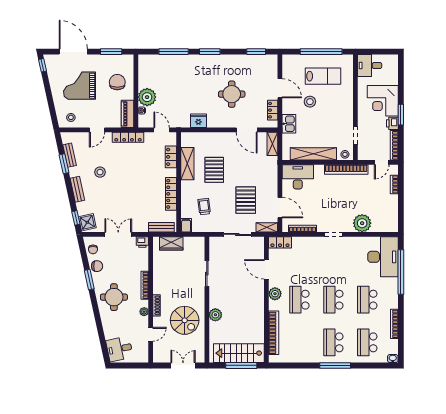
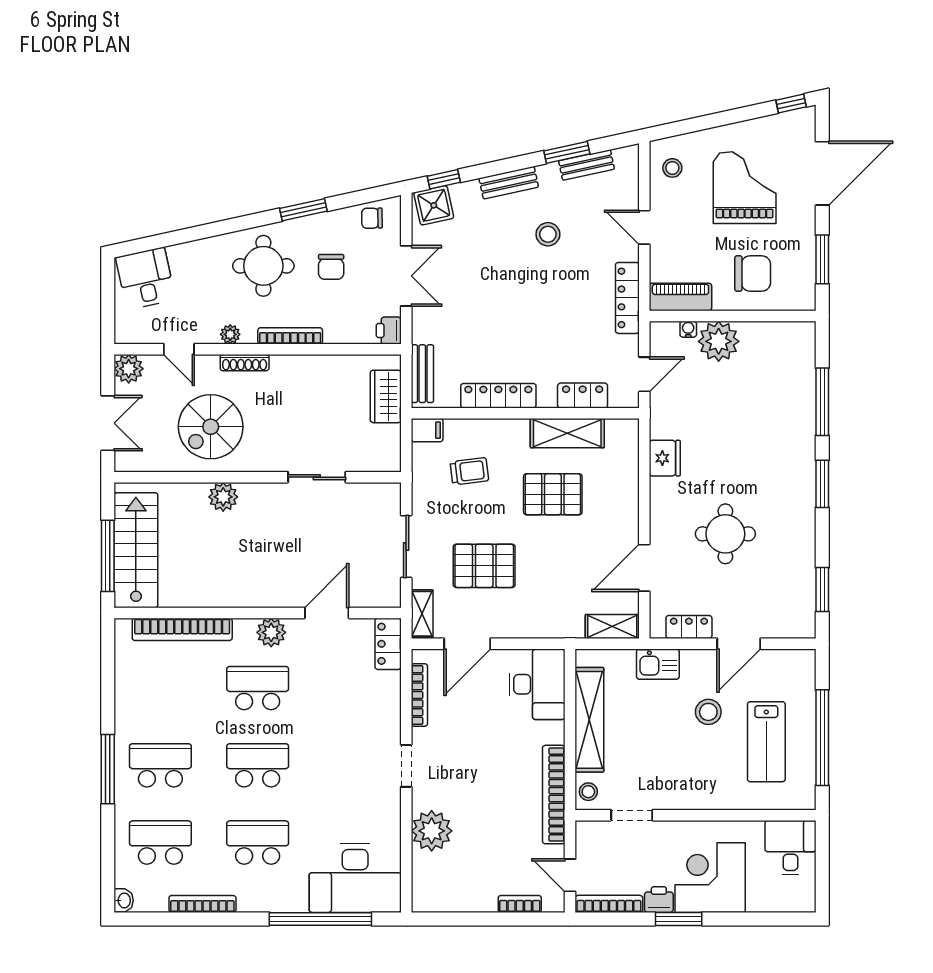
chair: (97, 266) -> (331, 267), moved
plant: (159, 356) -> (129, 369), added

